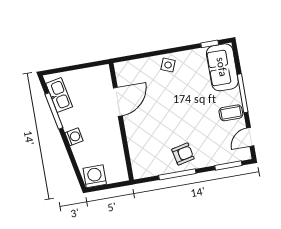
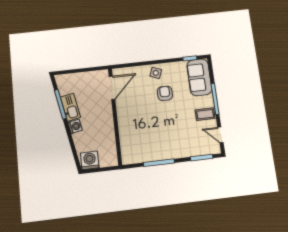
kitchen sink: (59, 95) -> (70, 107), moved
door: (118, 102) -> (112, 88), moved
door: (250, 137) -> (220, 135), hinge flipped
armchair: (183, 154) -> (165, 93), moved, turned -78

